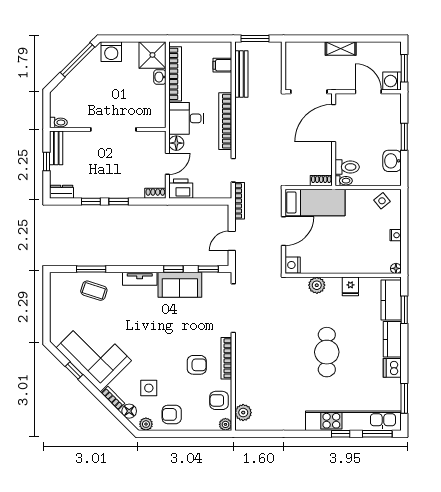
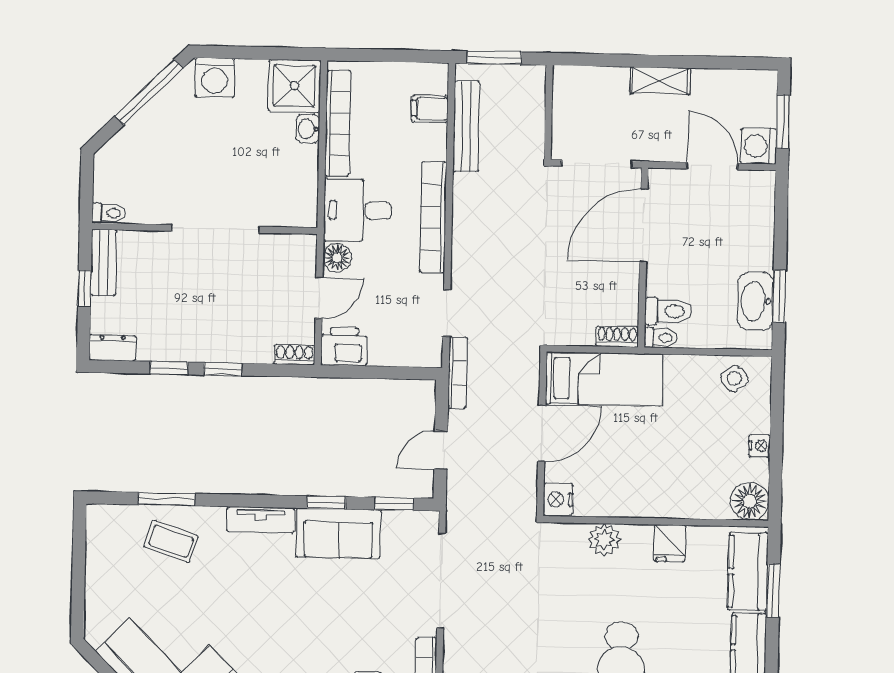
window: (404, 137) -> (779, 296), moved
washbasin: (392, 161) -> (755, 301), width x1.38
floor lamp: (396, 268) -> (750, 501), width x1.89, depth x1.89

